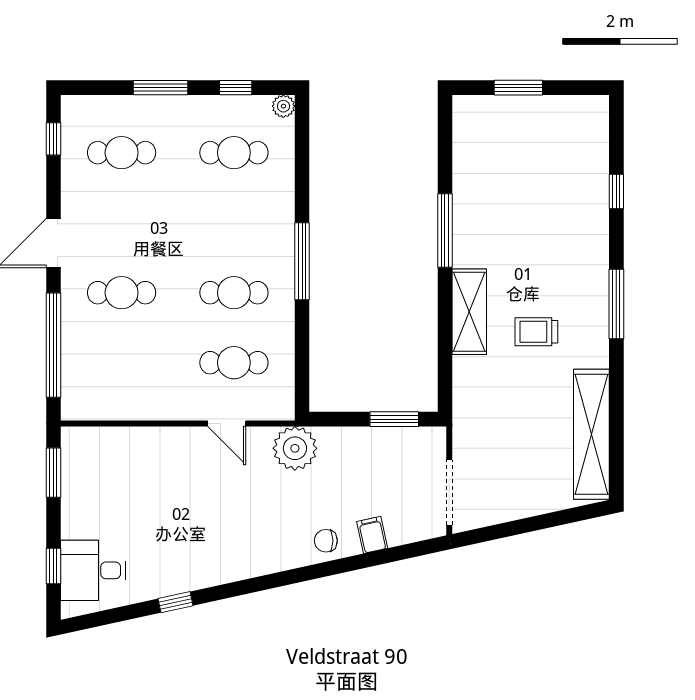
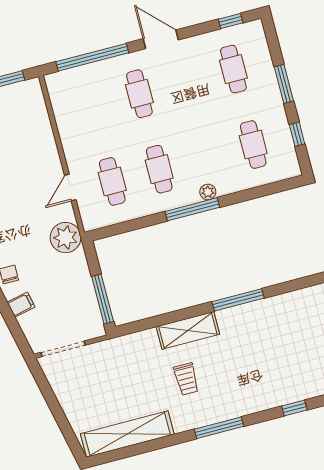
plant: (283, 106) -> (208, 192), moved
trolley: (536, 332) -> (186, 379), turned 180
window: (394, 419) -> (103, 299), width x1.44

